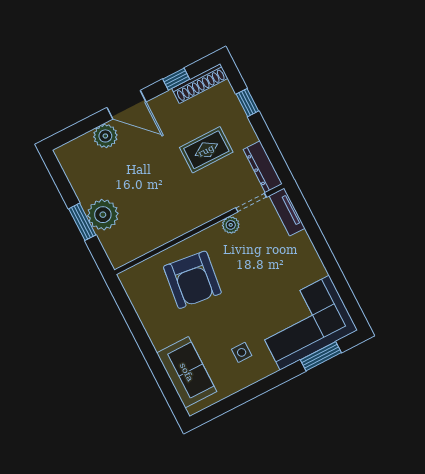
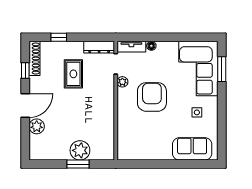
floor lamp: (303, 240) -> (151, 46), added
armchair: (192, 280) -> (152, 97), moved, turned -97

